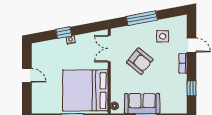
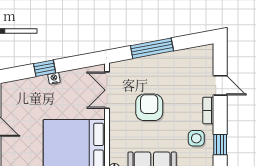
side table: (163, 36) -> (196, 138), moved
armchair: (140, 61) -> (149, 107), turned -129

